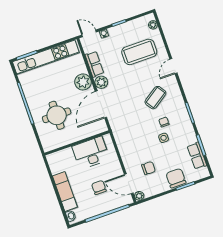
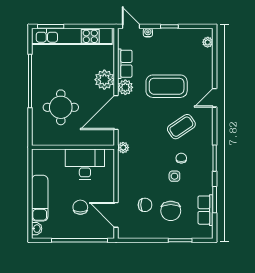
coffee table: (139, 52) -> (167, 86), moved
chair: (176, 178) -> (171, 211), moved, turned 180
plant: (139, 196) -> (123, 148), moved

